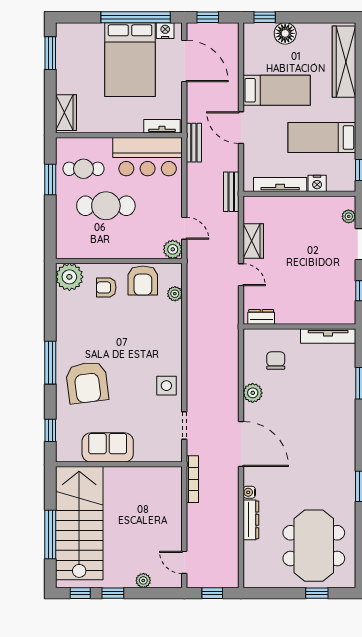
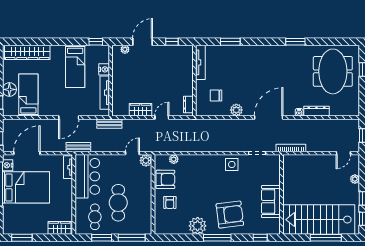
bed: (277, 90) -> (28, 95), moved
window: (50, 227) -> (132, 238), added
plant: (69, 277) -> (198, 226), moved
meeting table: (314, 546) -> (333, 71), turned 90

